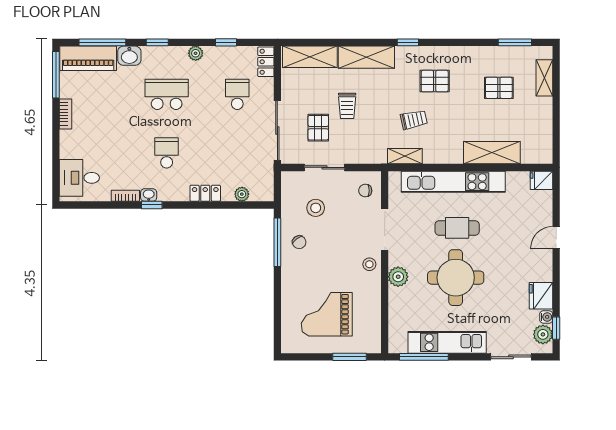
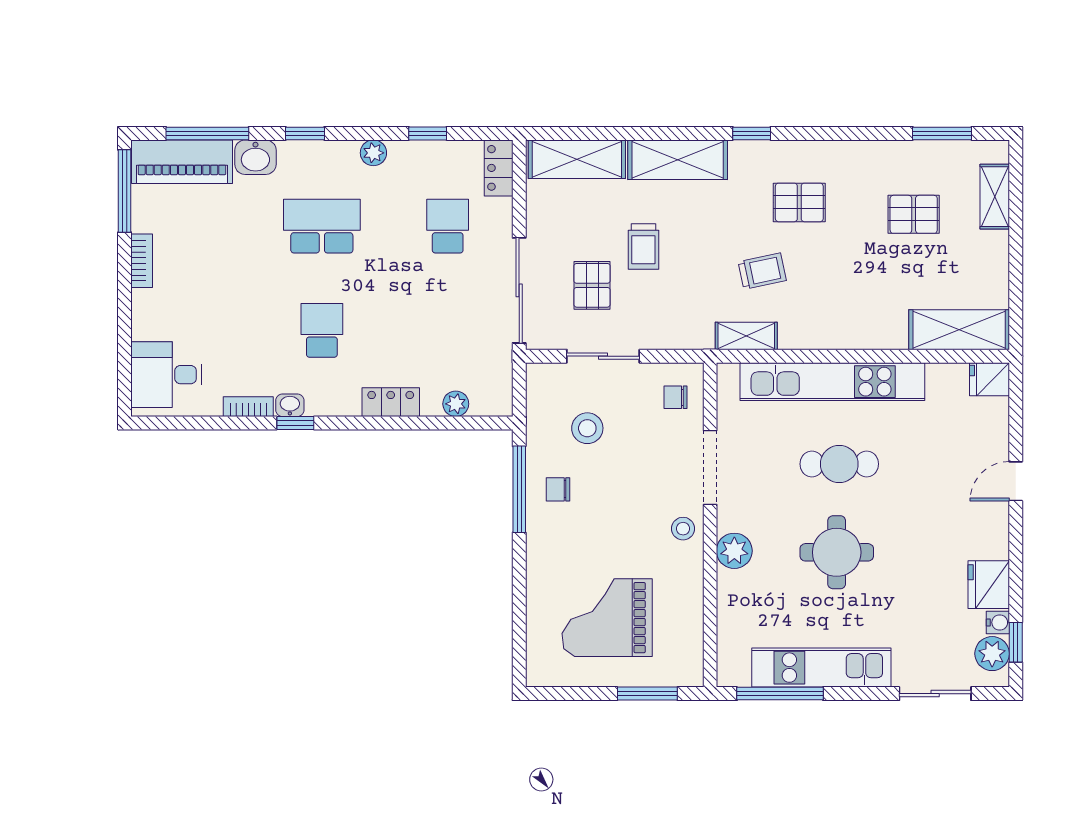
shelving: (492, 153) -> (959, 330), moved
chair: (299, 242) -> (558, 489), turned 127
round table: (456, 278) -> (837, 552), width x0.73, depth x0.73

